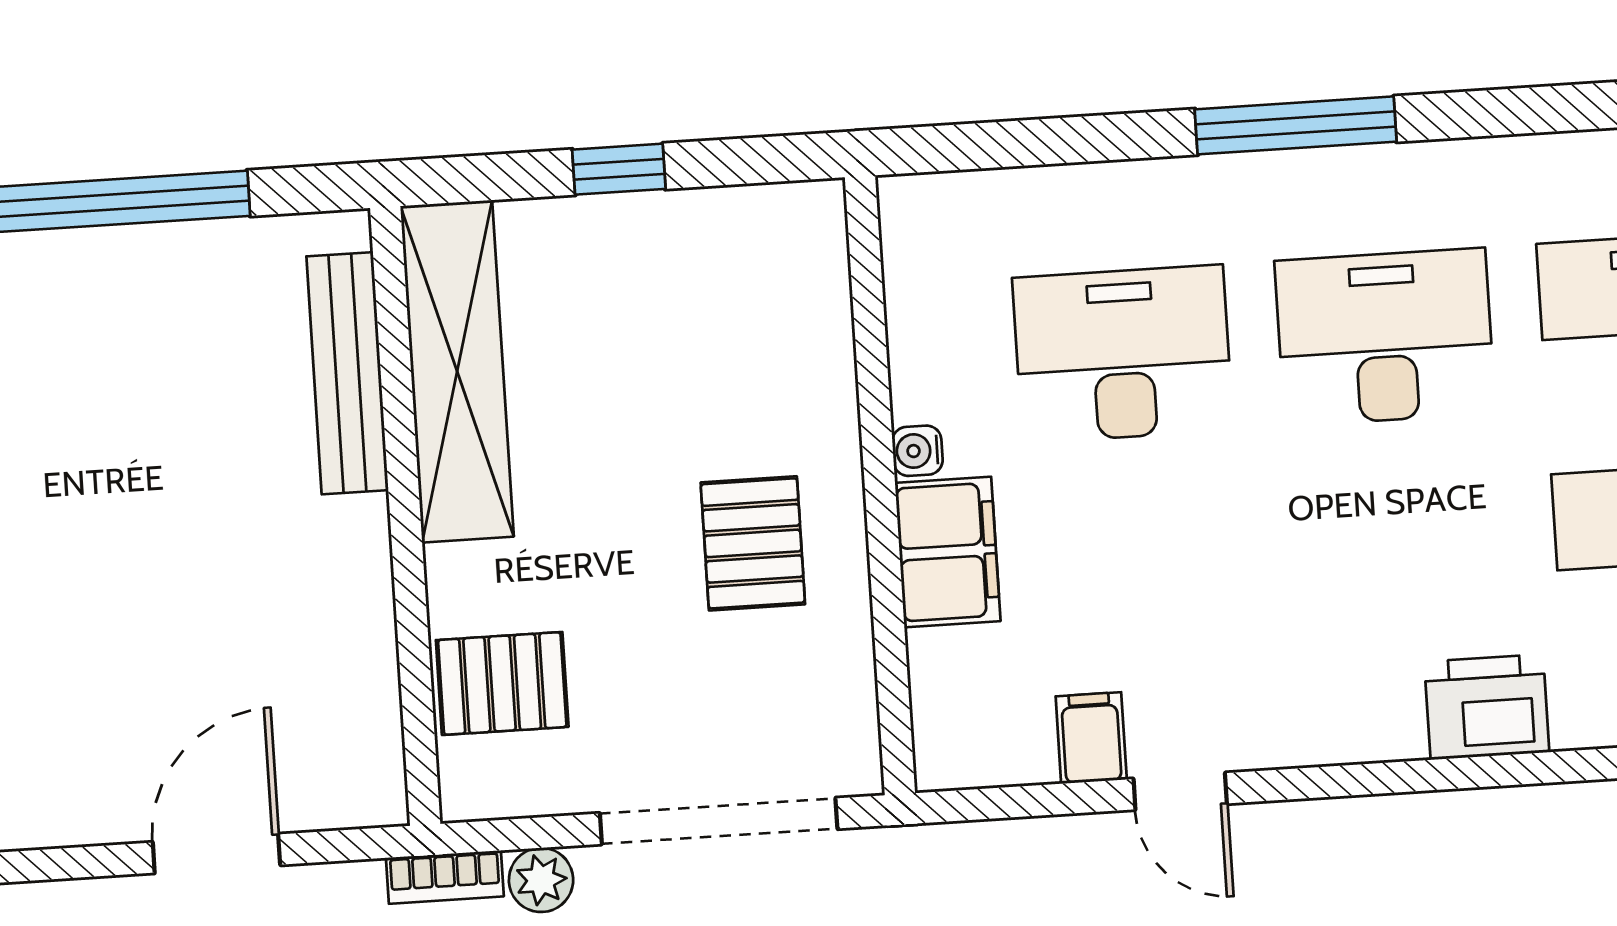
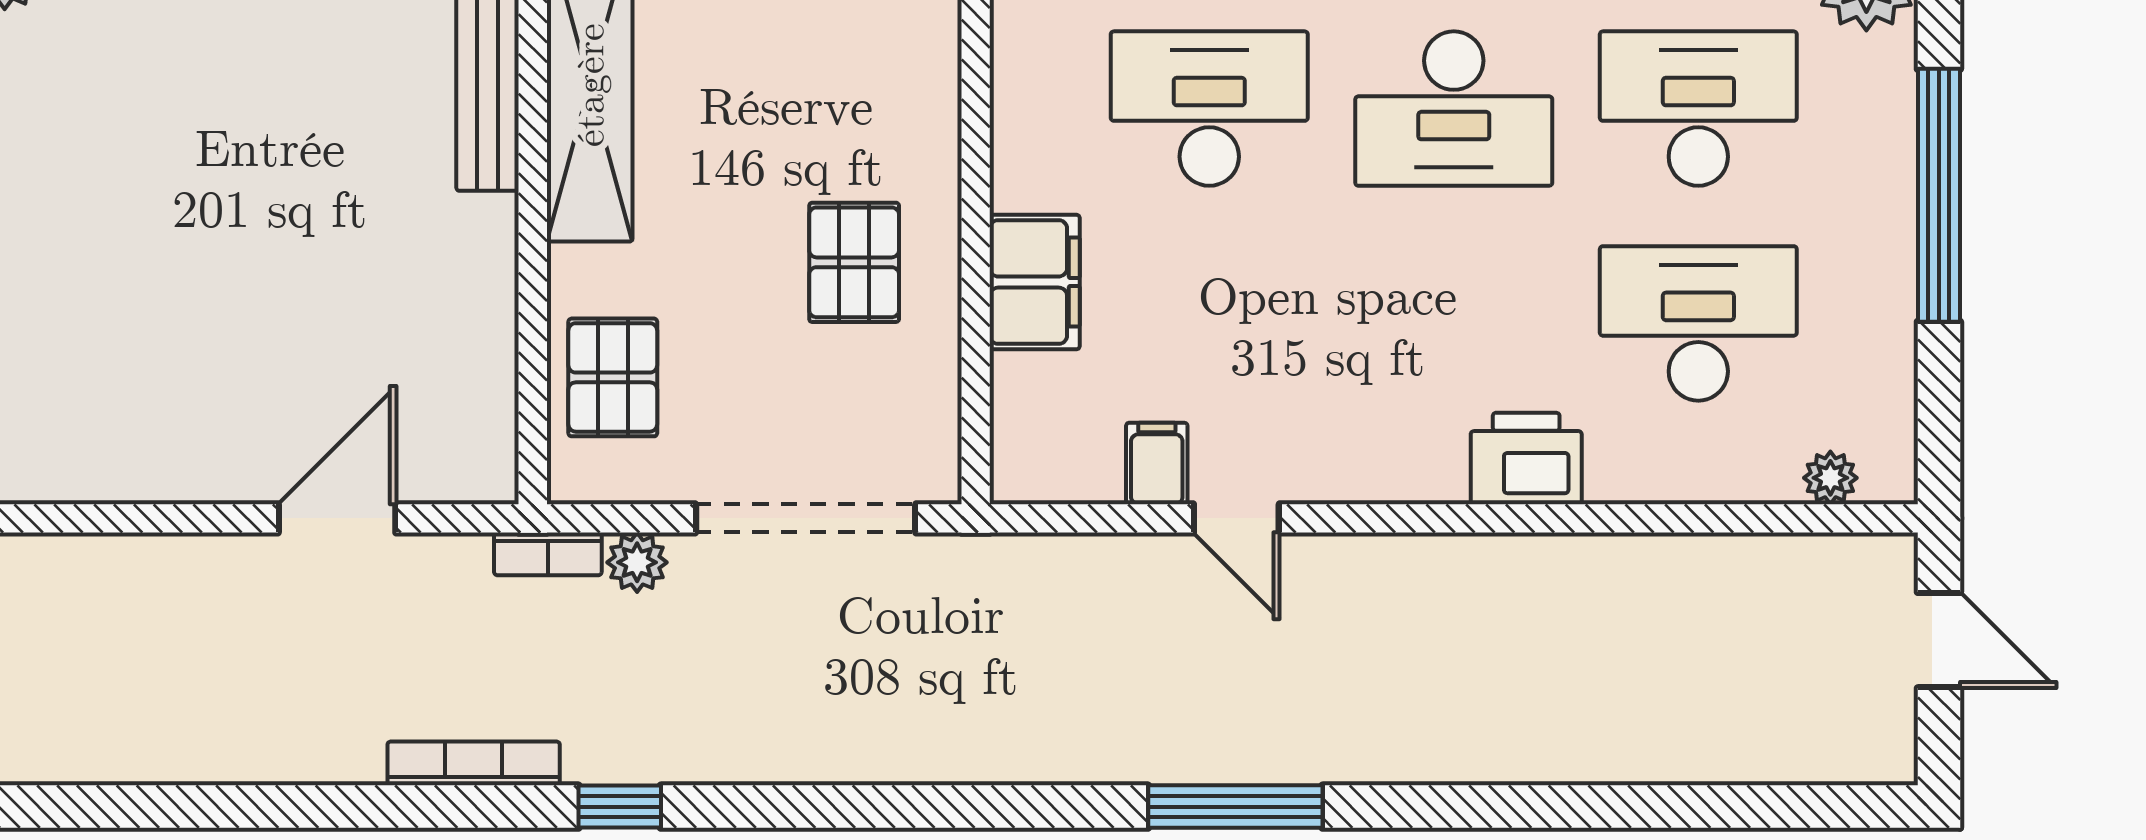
desk: (1385, 337) -> (1454, 109), turned 180
water cooler: (917, 451) -> (1013, 186), removed
pallet: (502, 683) -> (613, 377), turned 90

